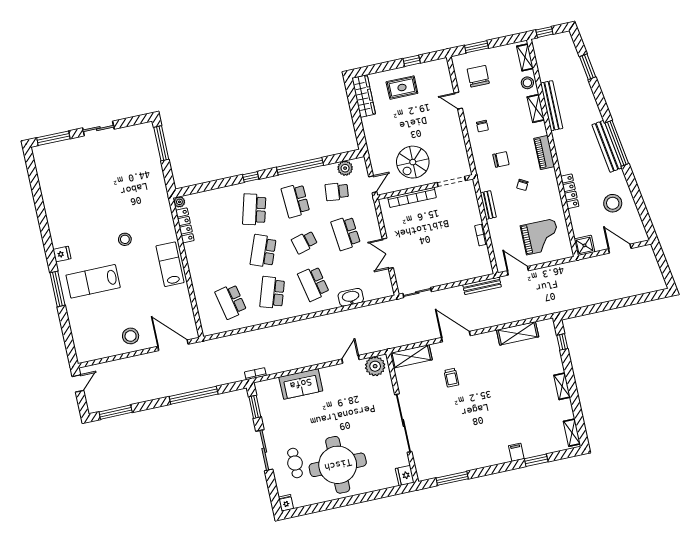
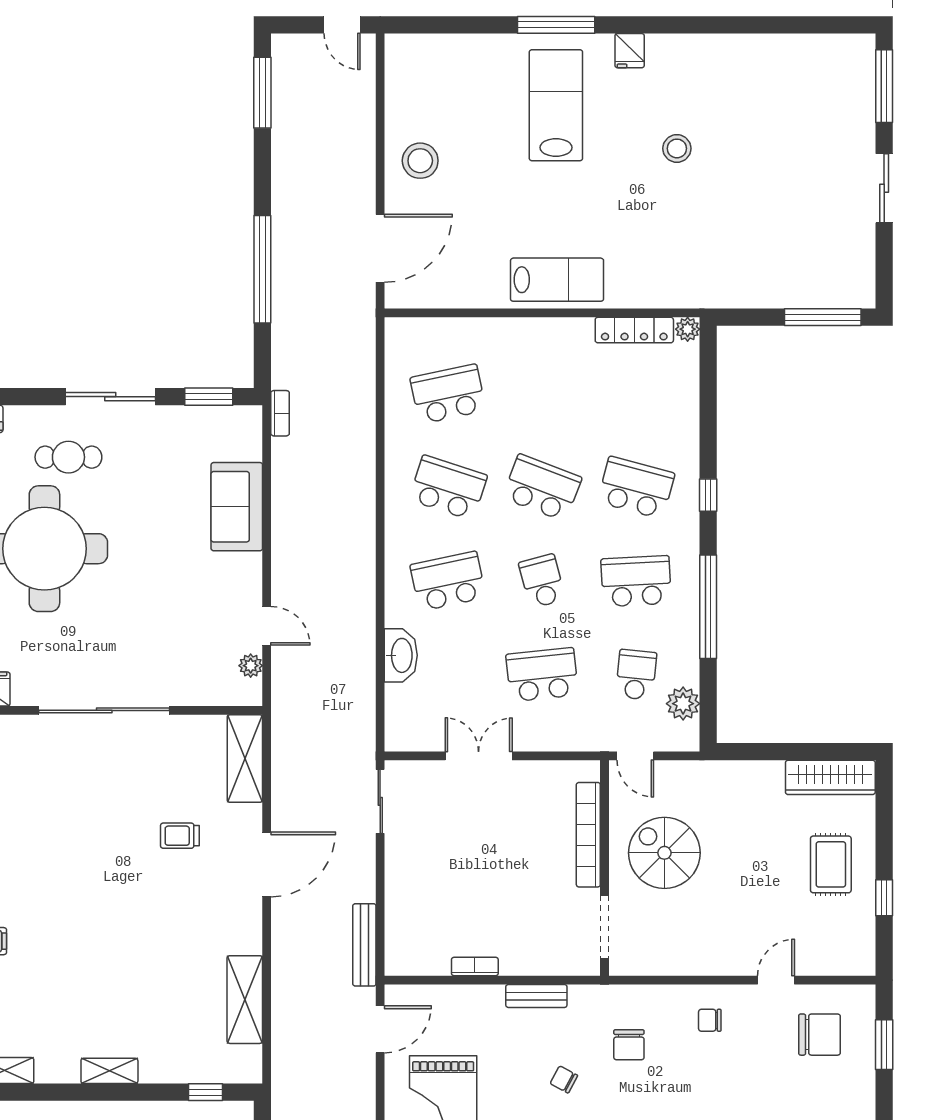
stool: (125, 239) -> (677, 148), moved
plant: (375, 366) -> (251, 666), width x0.53, depth x0.53

